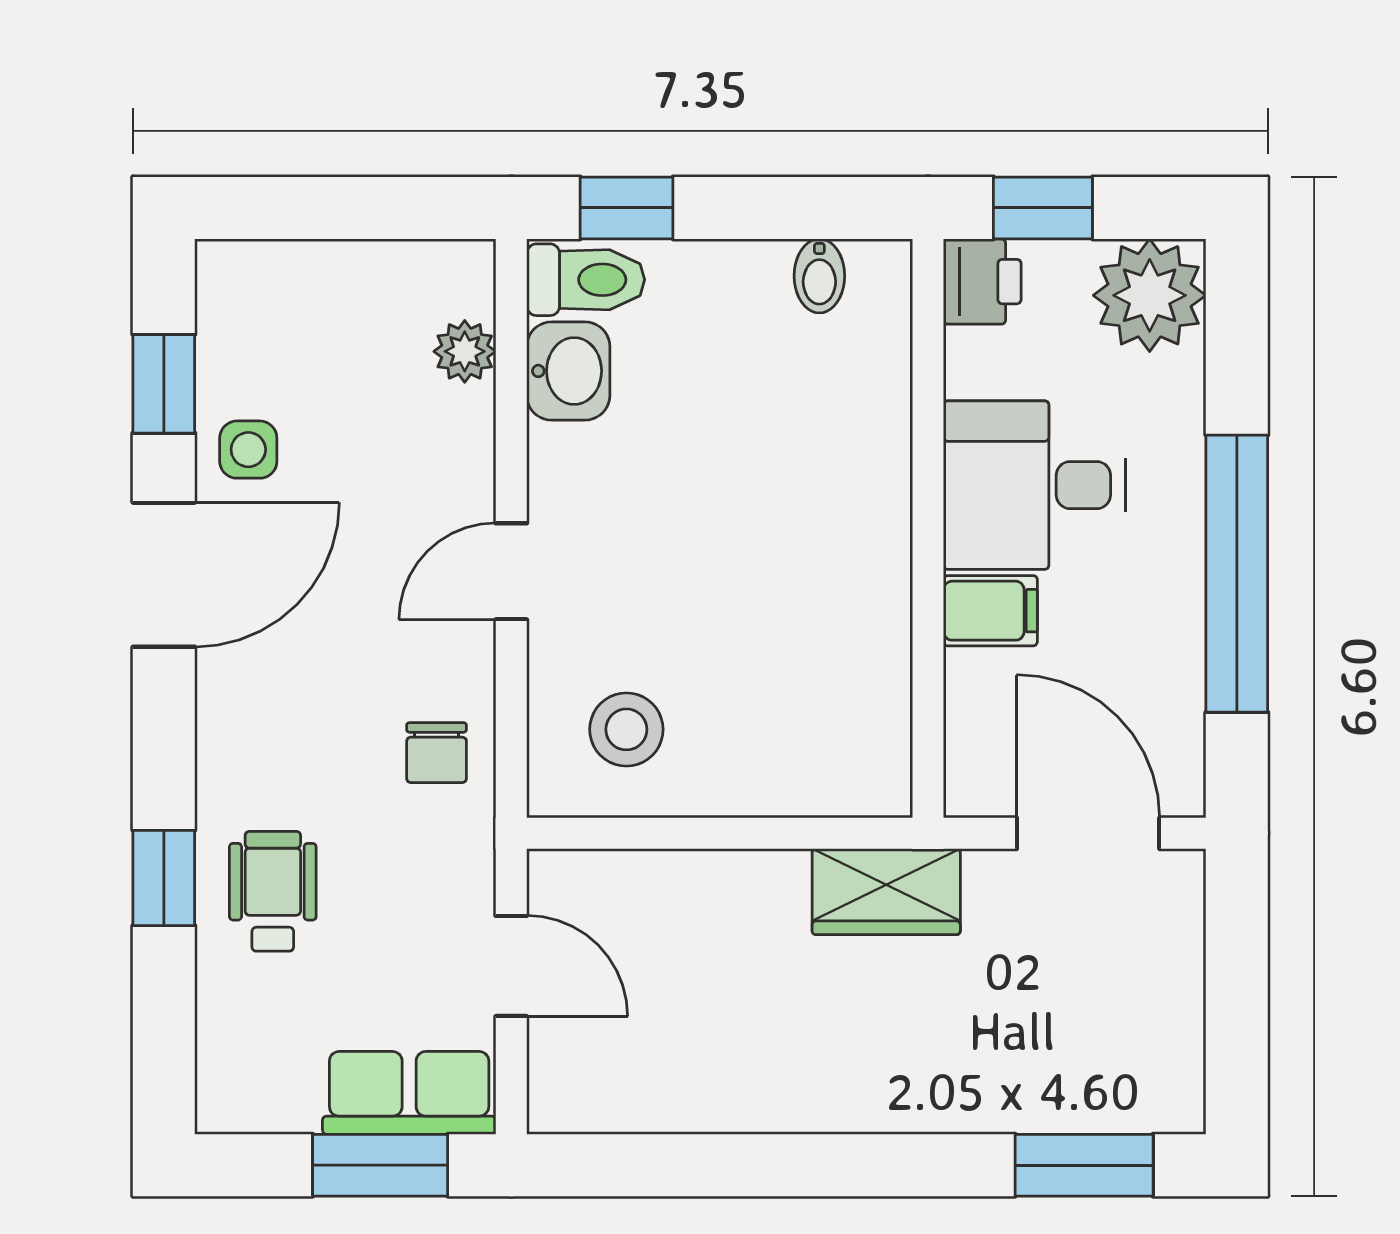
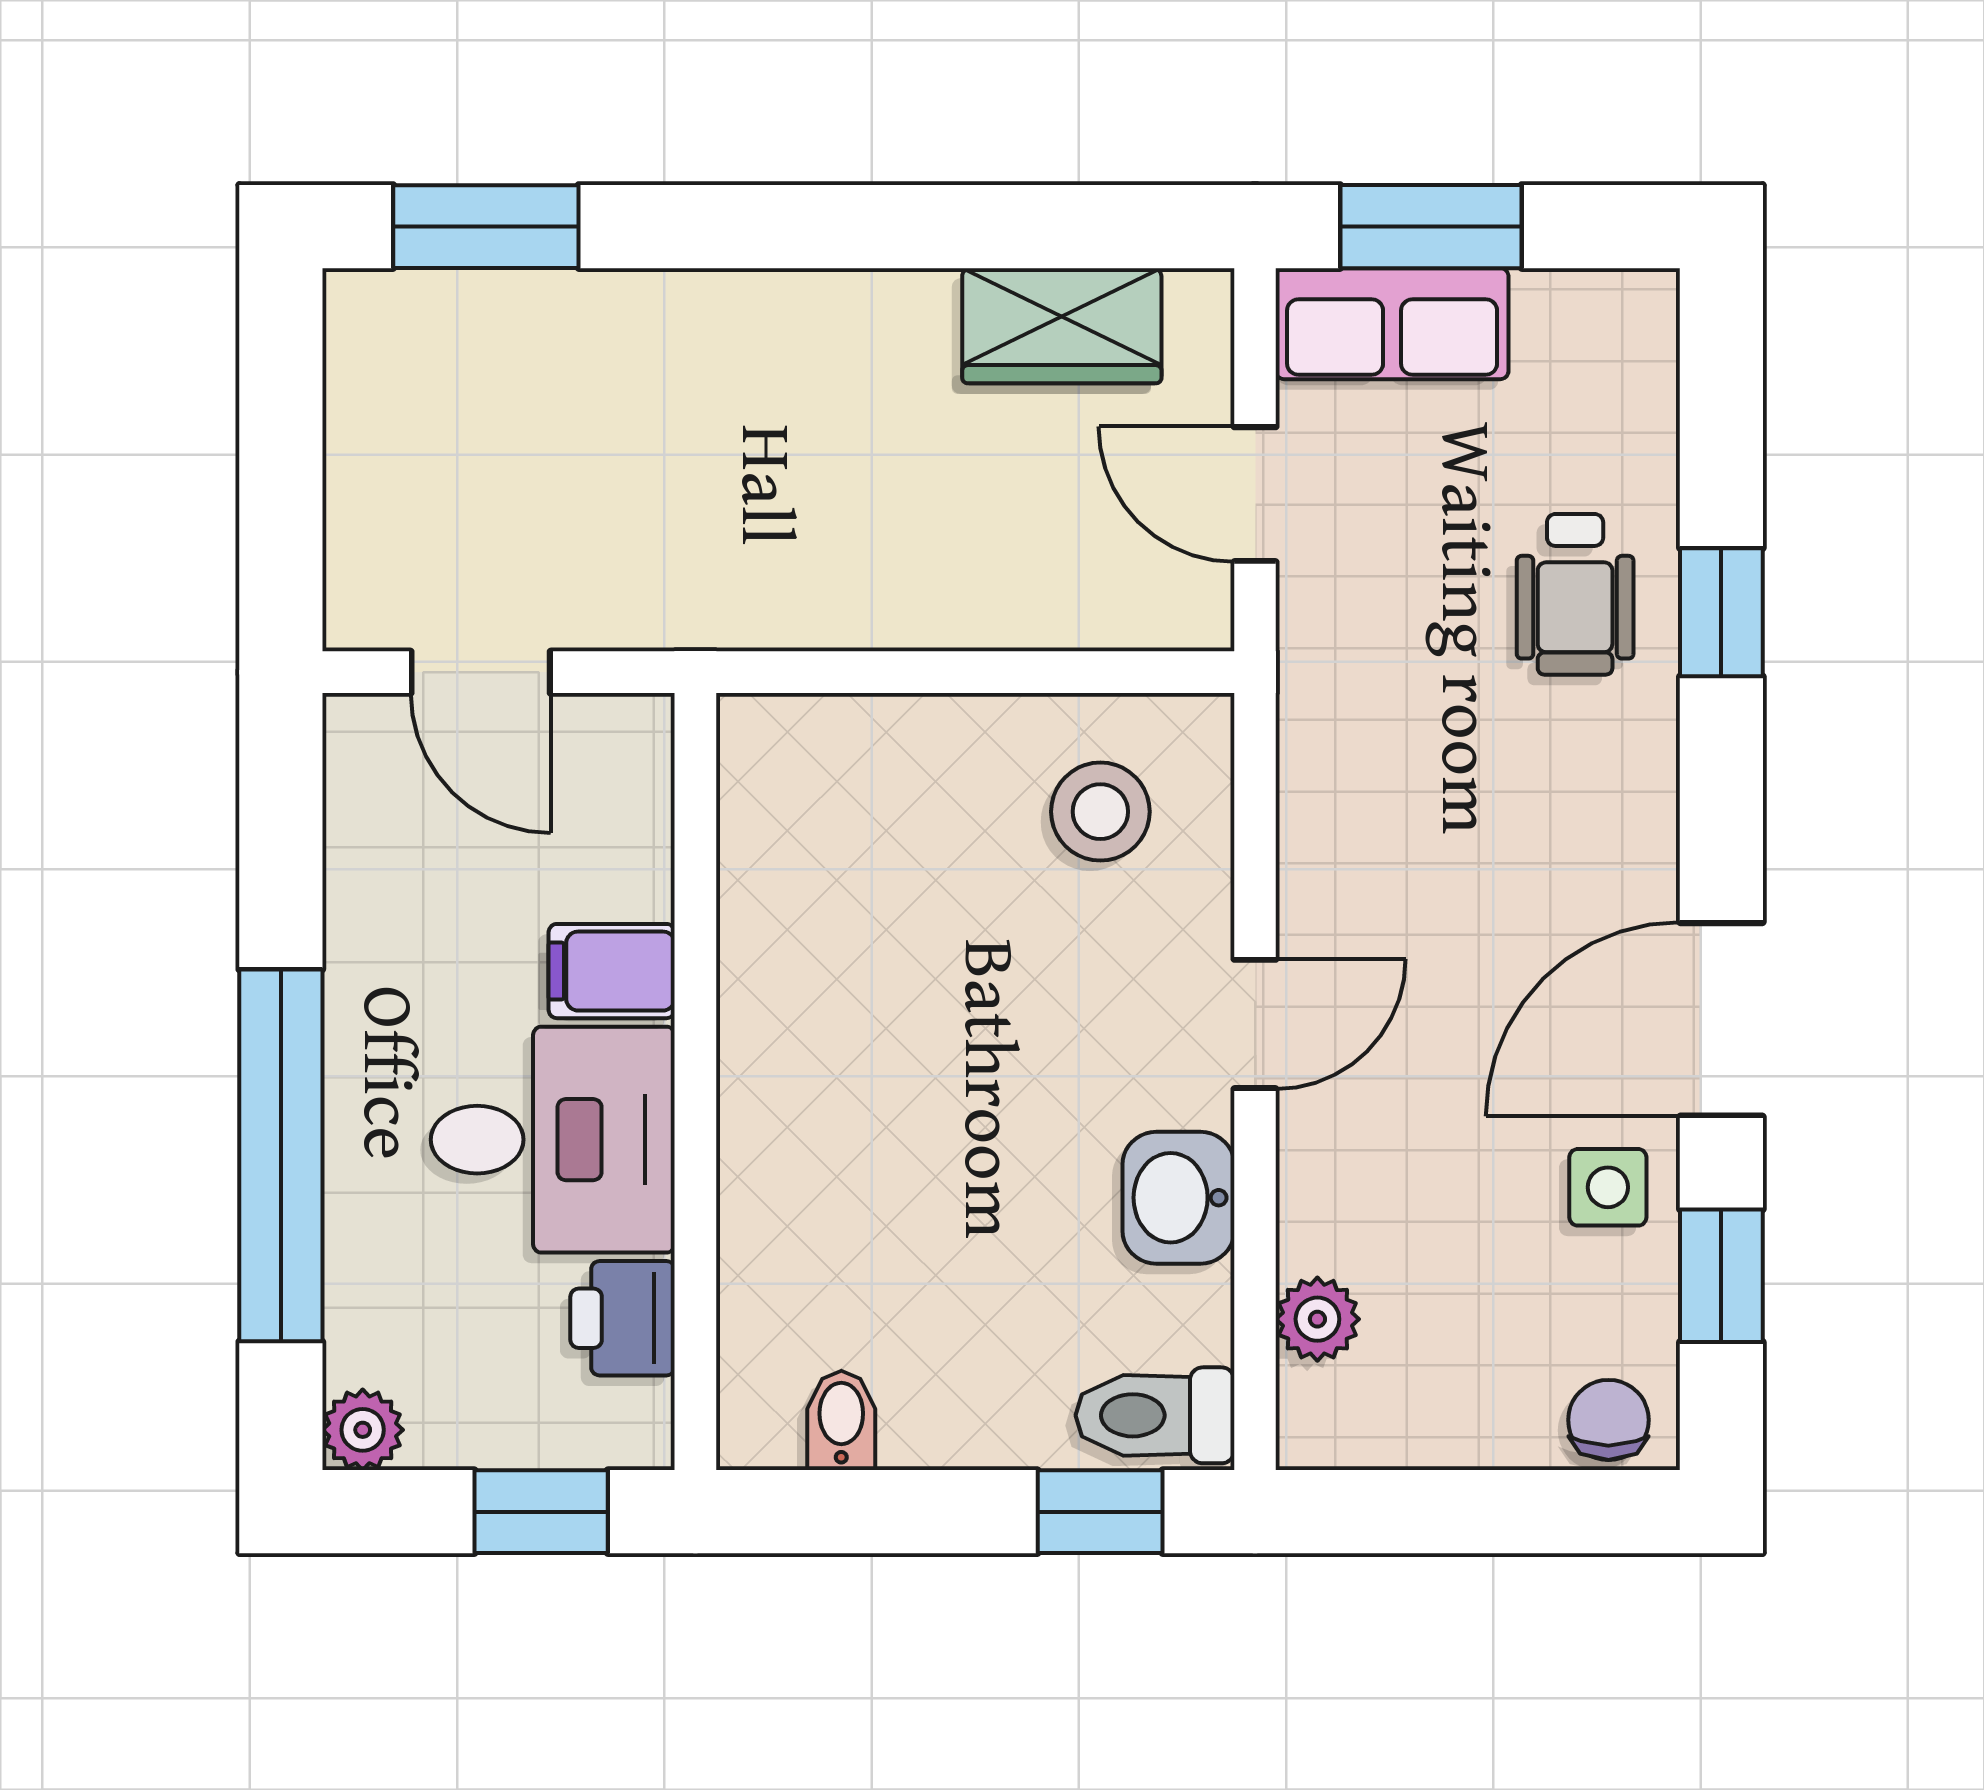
printer: (982, 282) -> (623, 1318), moved
plant: (1150, 295) -> (363, 1430), width x0.53, depth x0.53
washbasin: (568, 371) -> (1178, 1198), moved
window: (1237, 574) -> (281, 1155), moved
chair: (437, 753) -> (1608, 1420), moved
door: (1088, 833) -> (481, 672), width x0.73
wardrobe: (886, 892) -> (1062, 326), moved, turned 180

